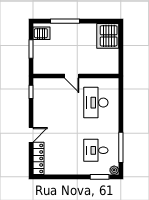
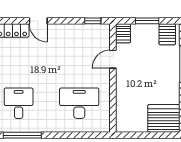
server rack: (41, 68) -> (123, 33), added
door: (72, 76) -> (113, 59), moved

